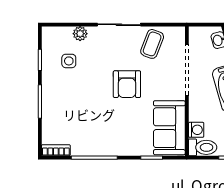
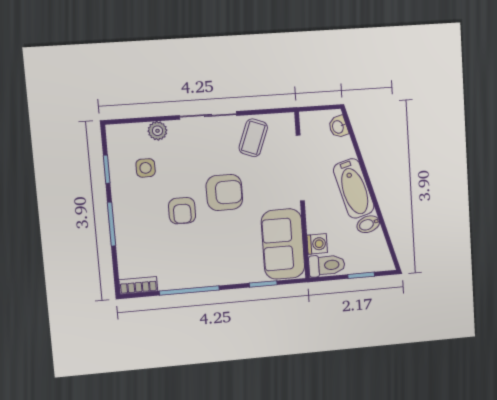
armchair: (127, 84) -> (224, 193), turned -90
armchair: (94, 96) -> (182, 211), added

